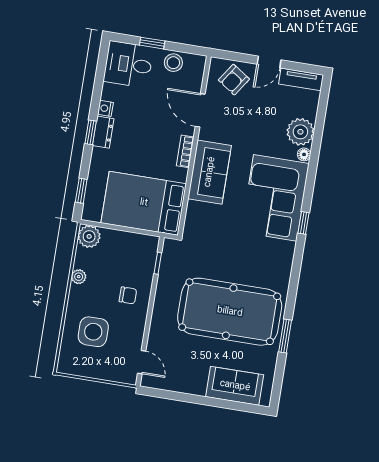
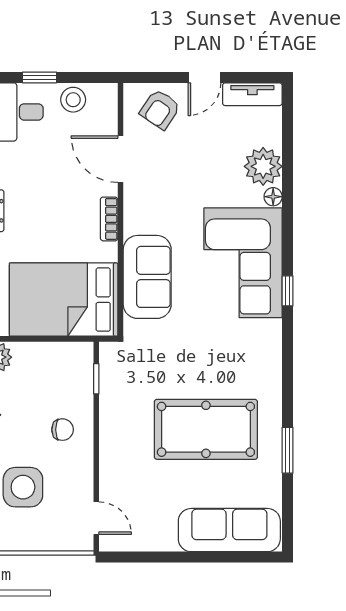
sofa: (210, 172) -> (147, 277), moved
pool table: (230, 312) -> (206, 429), width x0.73, depth x0.76
sofa: (235, 386) -> (229, 530), width x1.36

